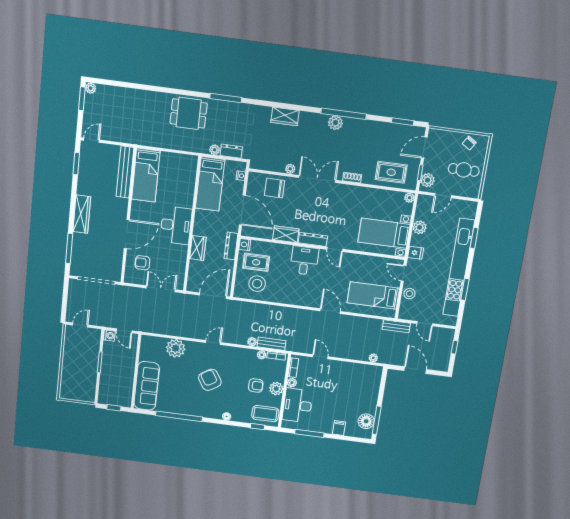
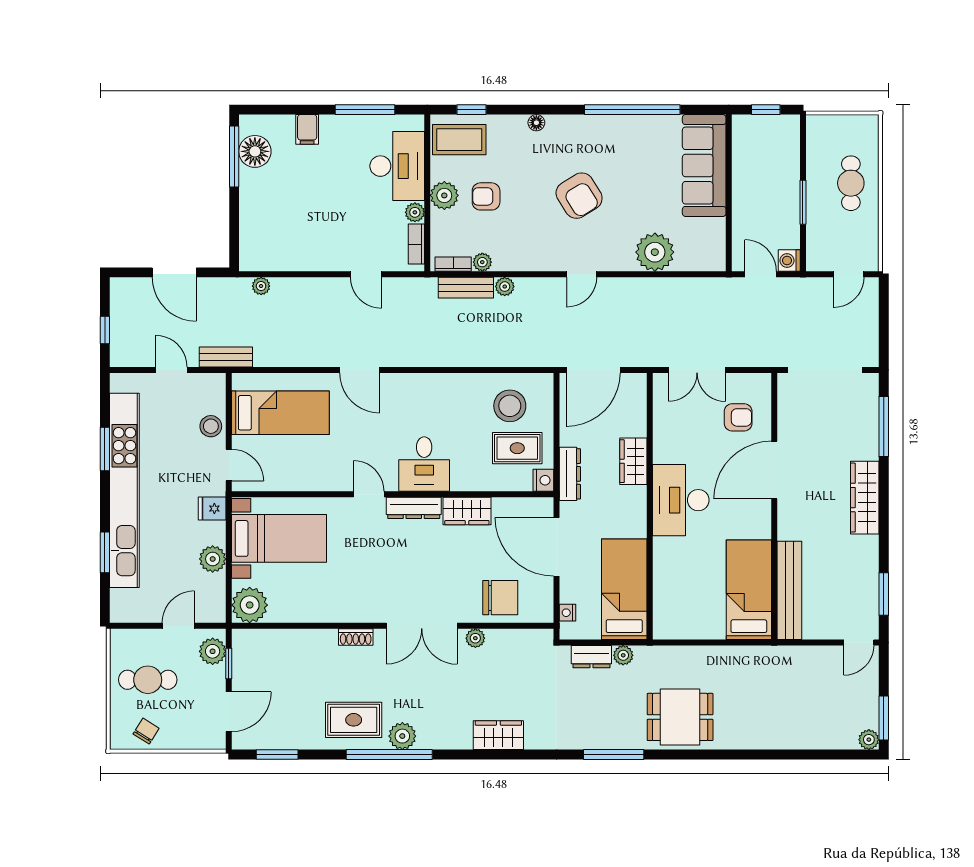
rug: (391, 172) -> (354, 720), moved
plant: (409, 198) -> (250, 605), width x1.88, depth x1.88
cafe table: (75, 368) -> (851, 183), added

